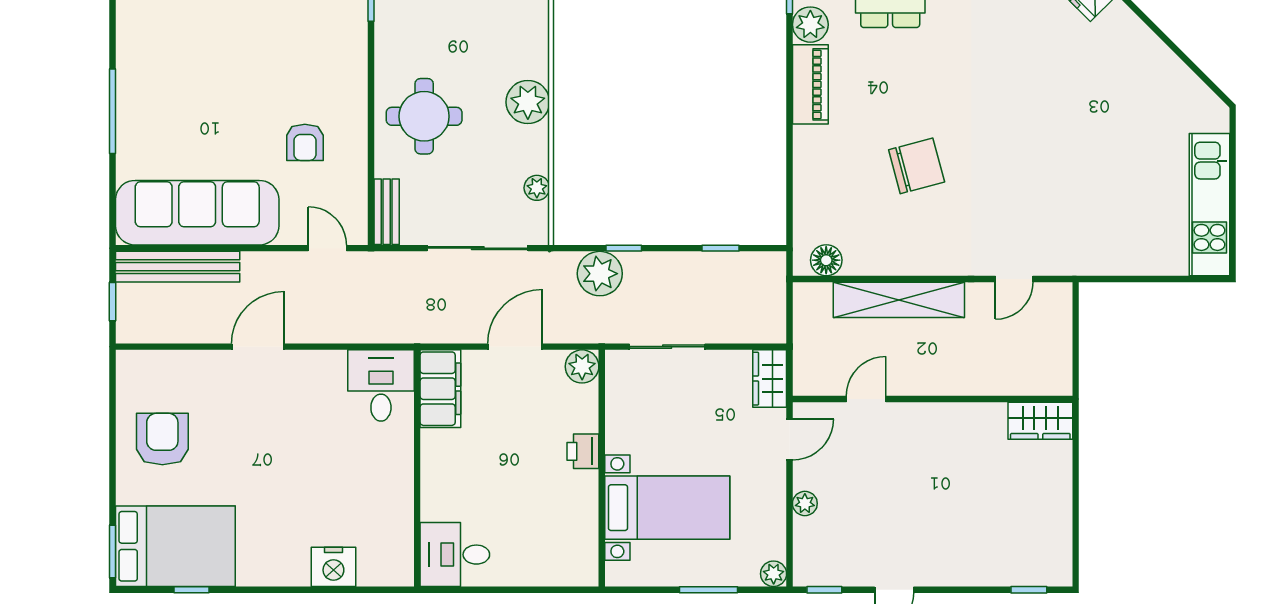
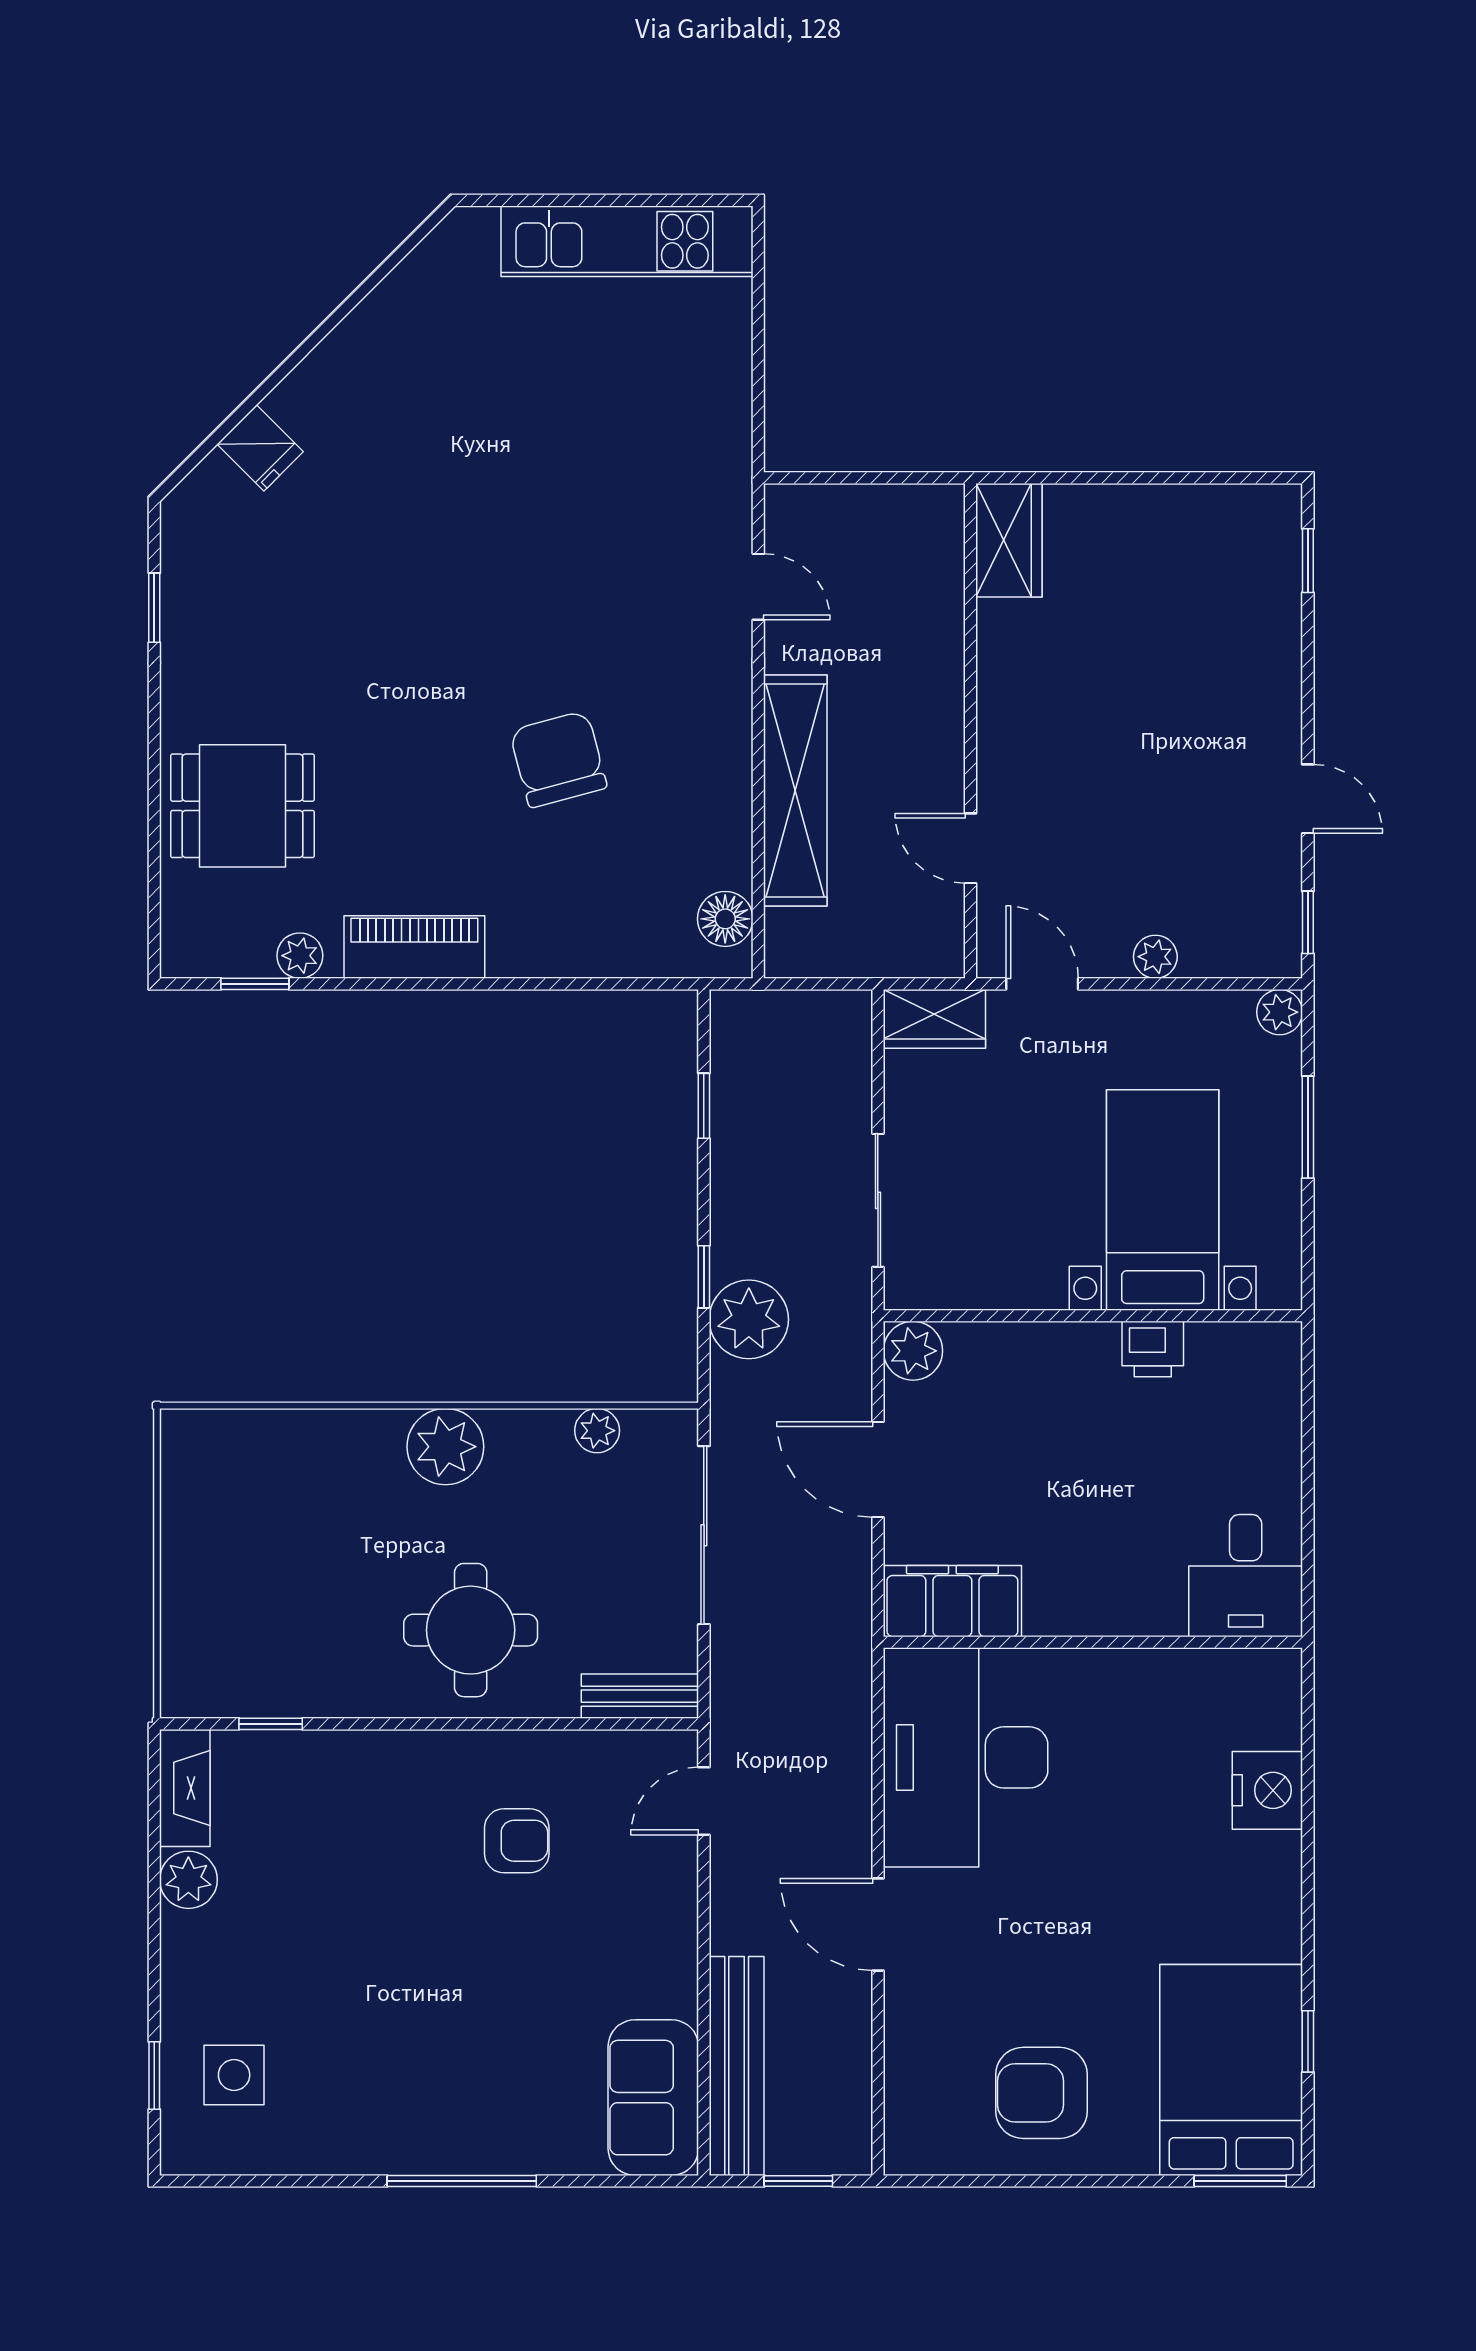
plant: (810, 25) -> (300, 956), width x0.73, depth x0.73
sofa: (197, 213) -> (653, 2098), width x0.54, depth x0.79
desk: (381, 385) -> (966, 1757), width x1.87, depth x1.30
printer: (583, 451) -> (1153, 1349), moved

